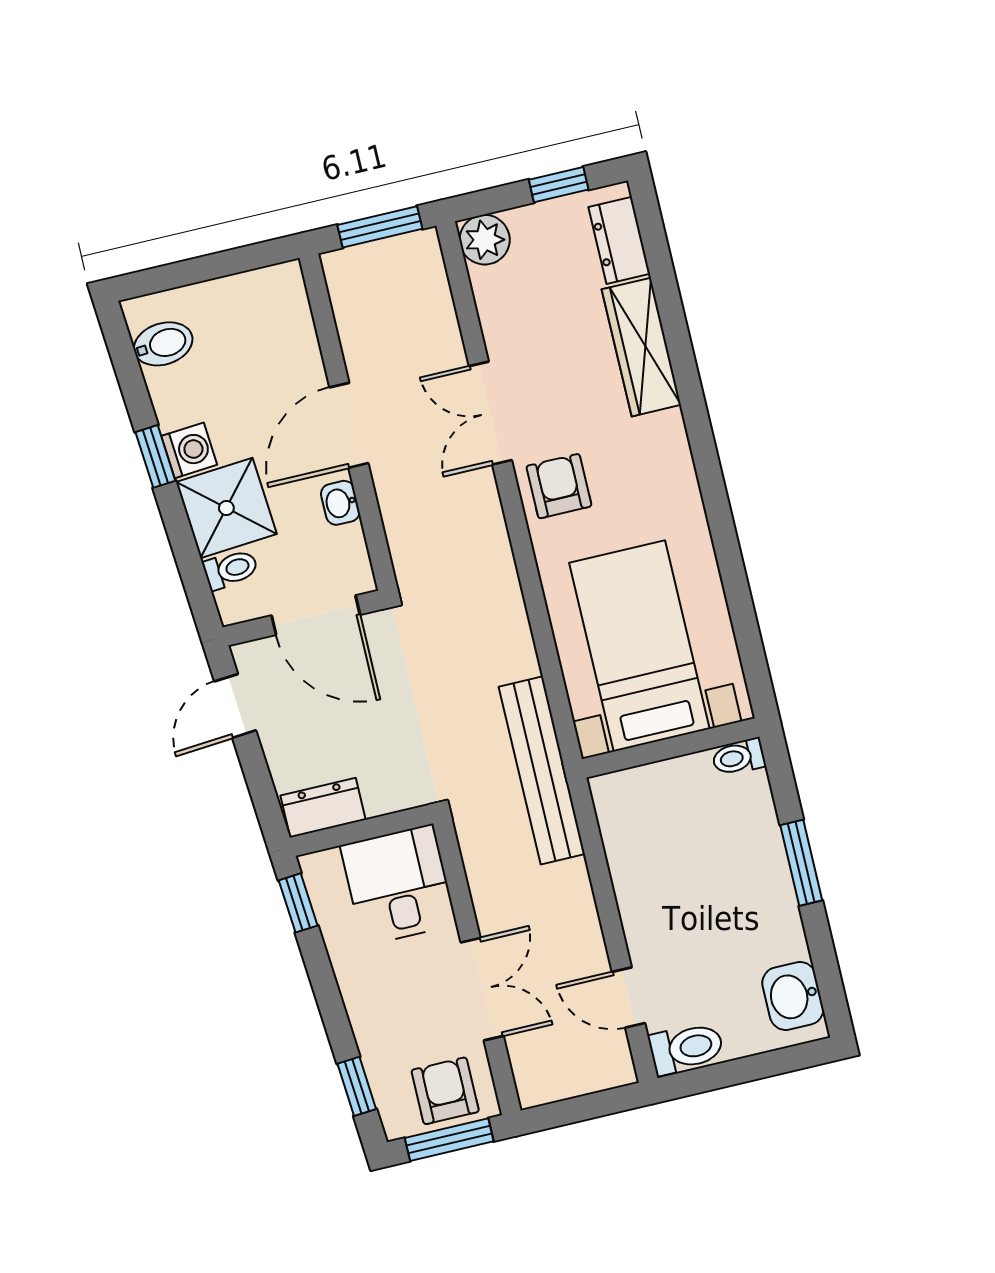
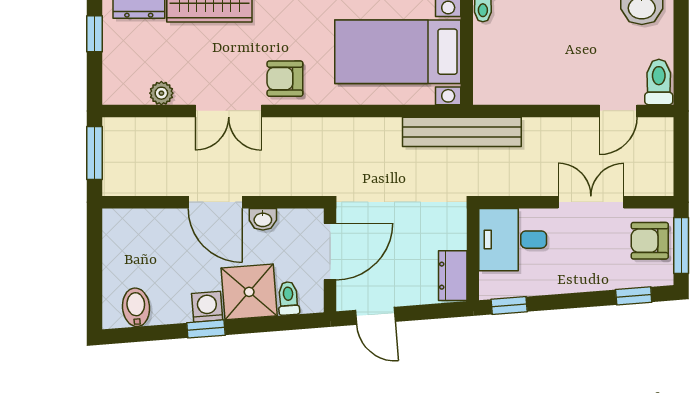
plant: (485, 240) -> (161, 93), moved, width x0.73, depth x0.73

